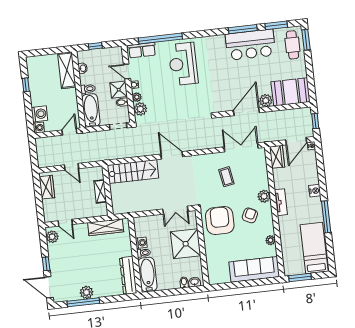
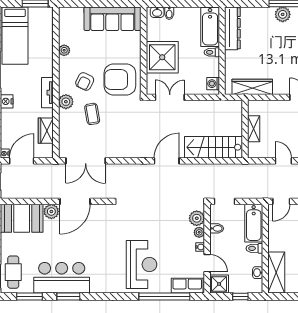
window: (243, 29) -> (68, 297), width x0.69
shower: (119, 90) -> (219, 284), moved
door: (172, 155) -> (167, 161), swing flipped
wardrobe: (277, 157) -> (46, 131), moved
coffee table: (226, 177) -> (92, 114), moved
armchair: (220, 221) -> (120, 80), turned 90
washing machine: (141, 243) -> (213, 84), moved
sofa: (254, 269) -> (112, 19), moved

